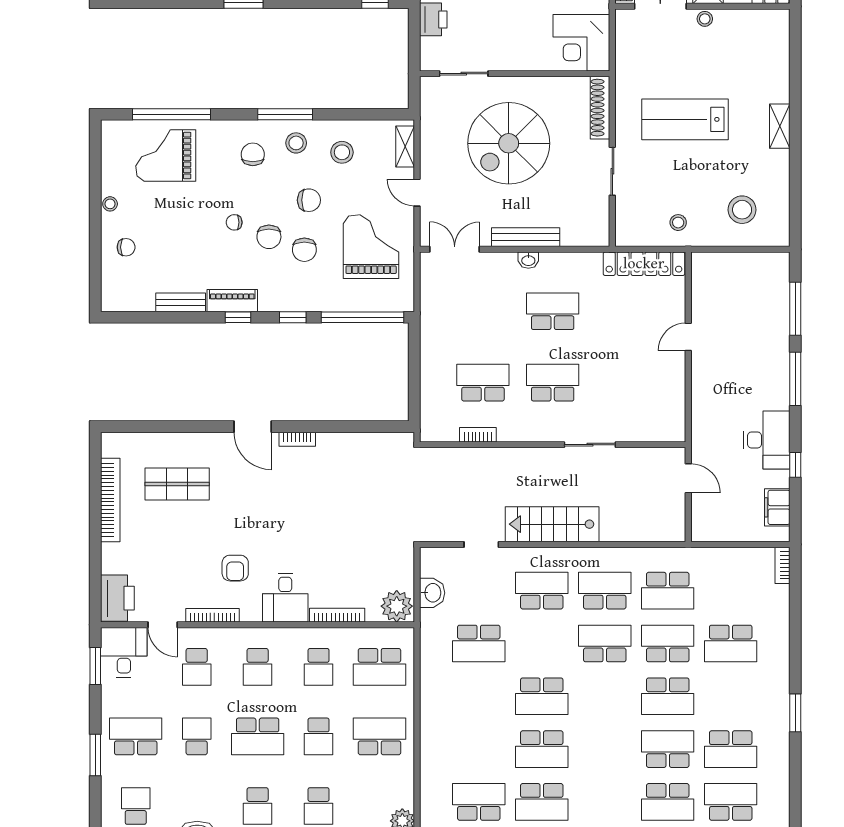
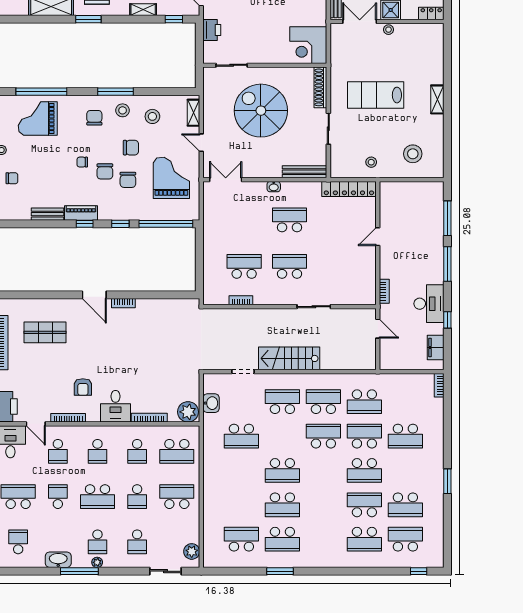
spiral stairs: (509, 143) -> (261, 111), turned 90
bench: (526, 237) -> (304, 172), moved
bookcase: (698, 421) -> (384, 291), added

